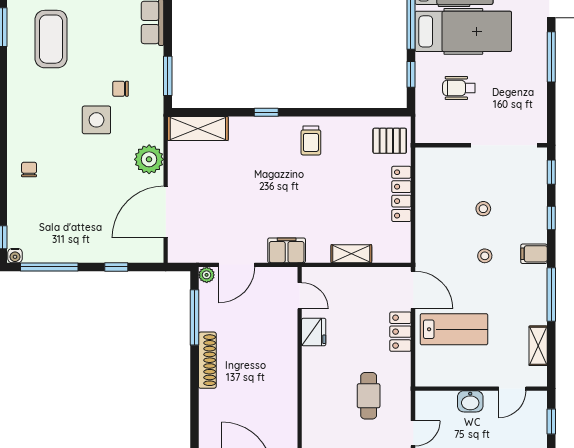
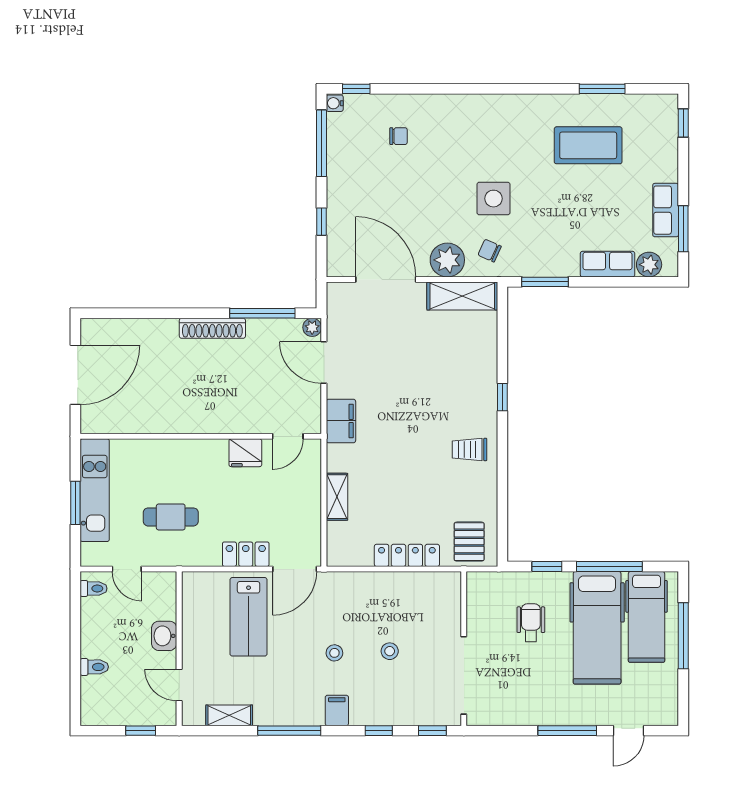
chair: (120, 89) -> (490, 251), moved, turned -66
shelving: (198, 129) -> (462, 296), moved, turned 90
chair: (29, 170) -> (399, 136), moved

